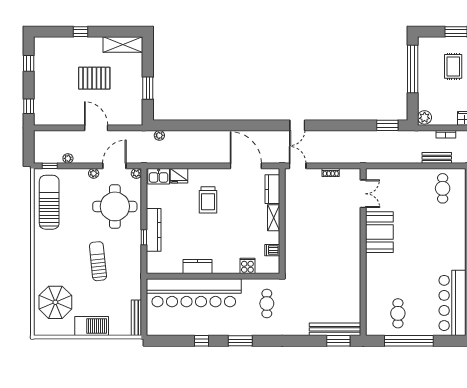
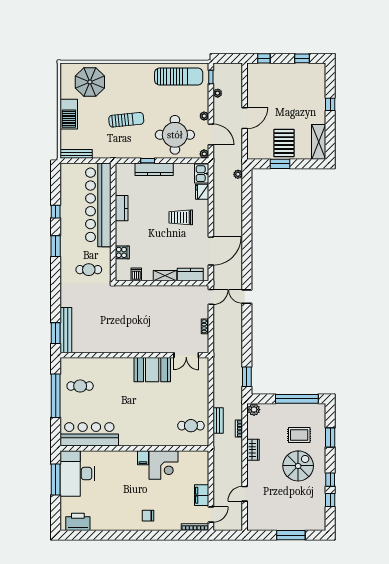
pallet: (94, 78) -> (284, 143), moved

